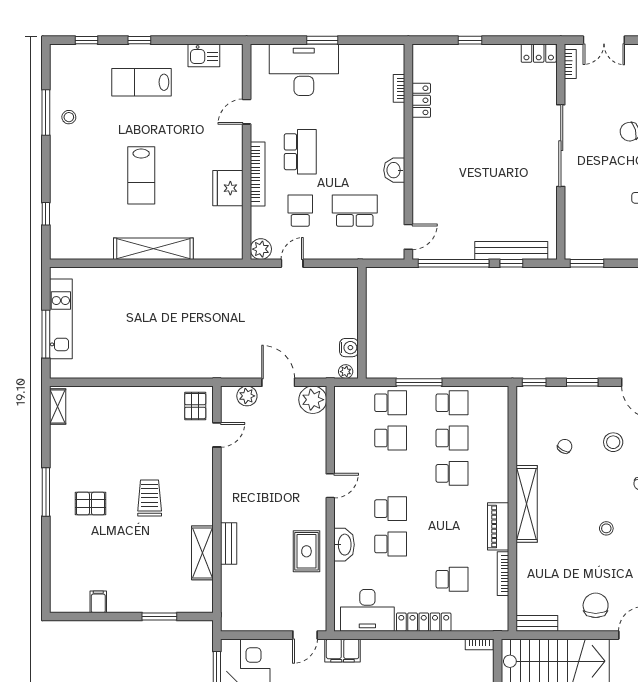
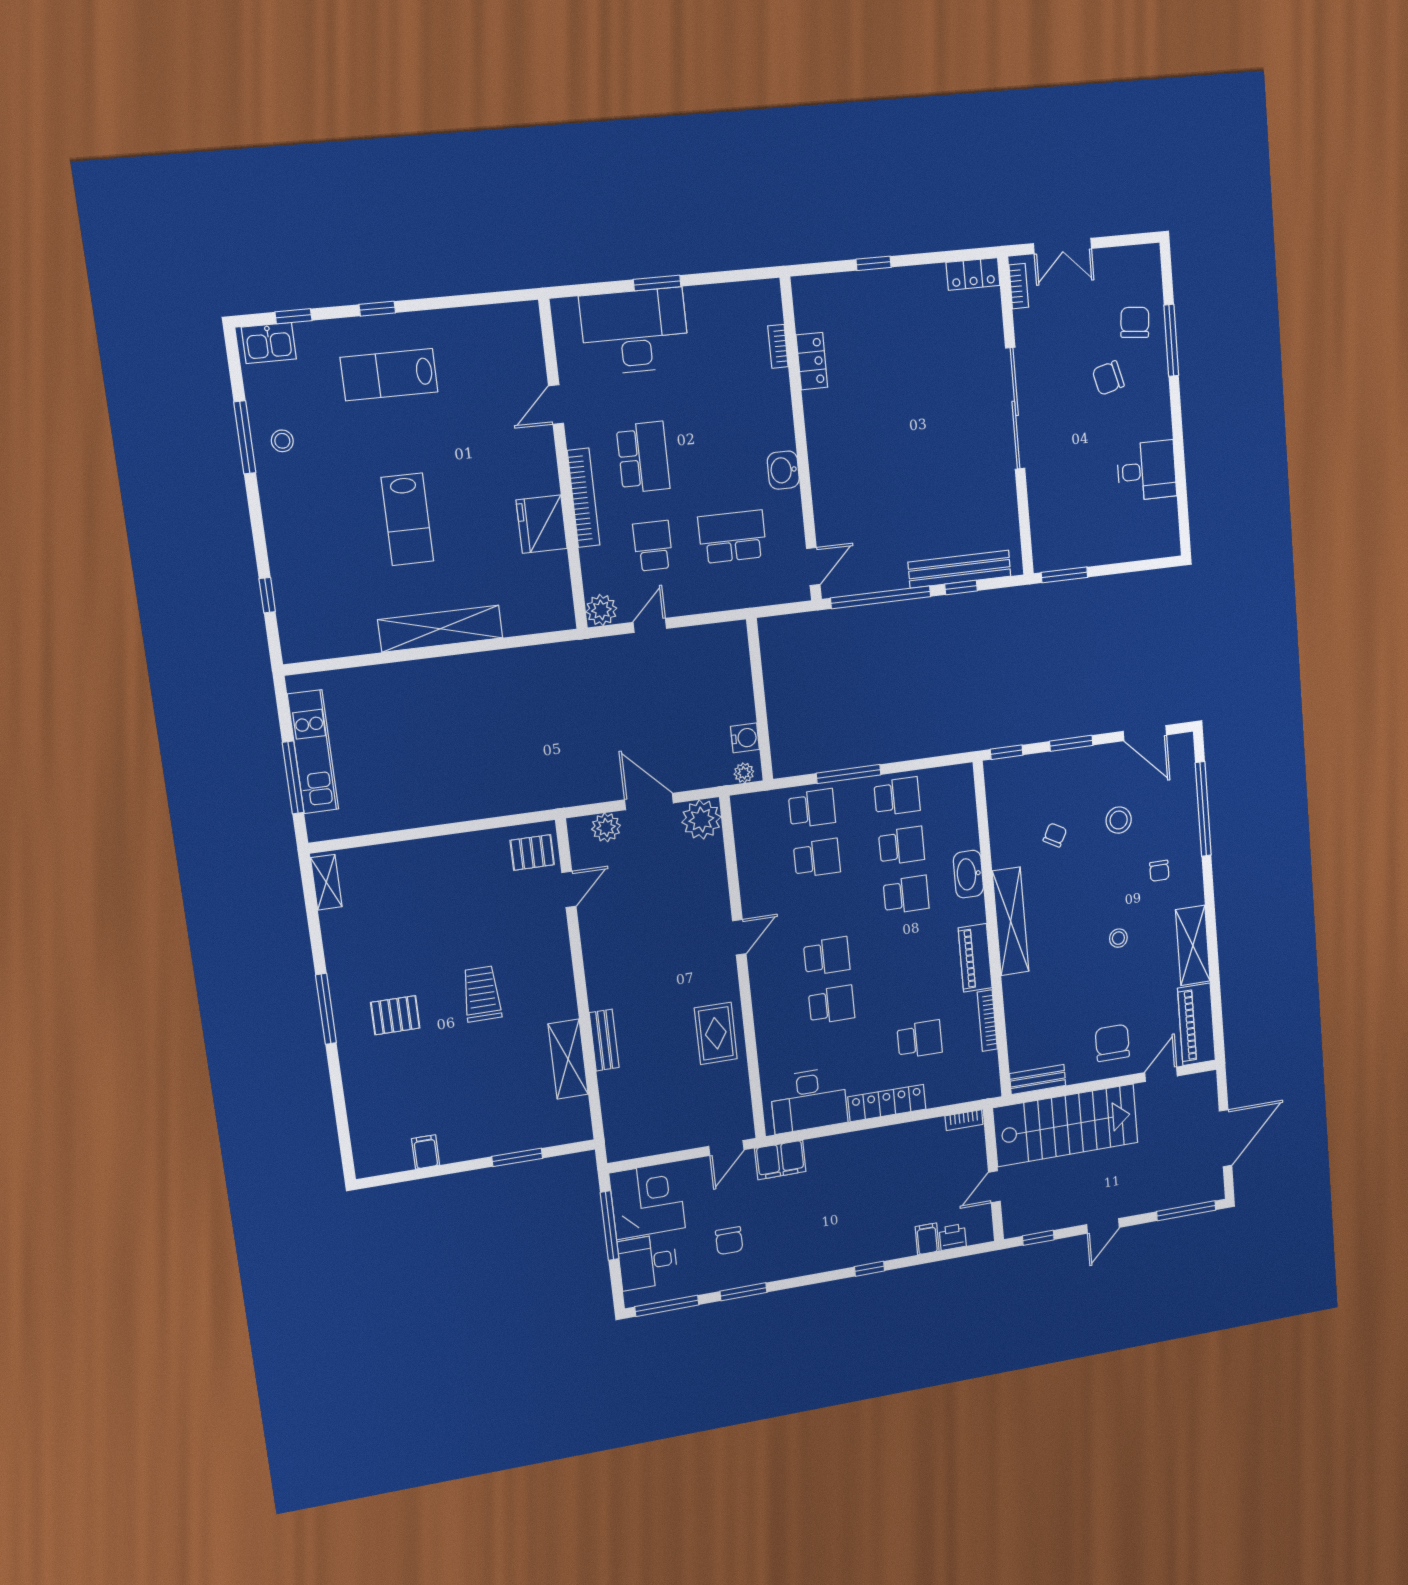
kitchen sink: (204, 55) -> (269, 343), moved
pallet: (195, 406) -> (532, 852), turned 90
washbasin: (344, 545) -> (968, 874), moved, turned 180

